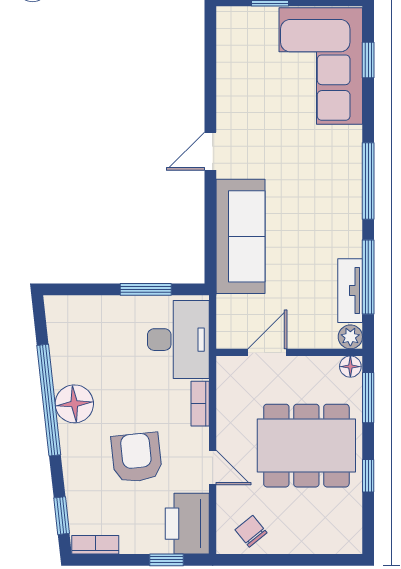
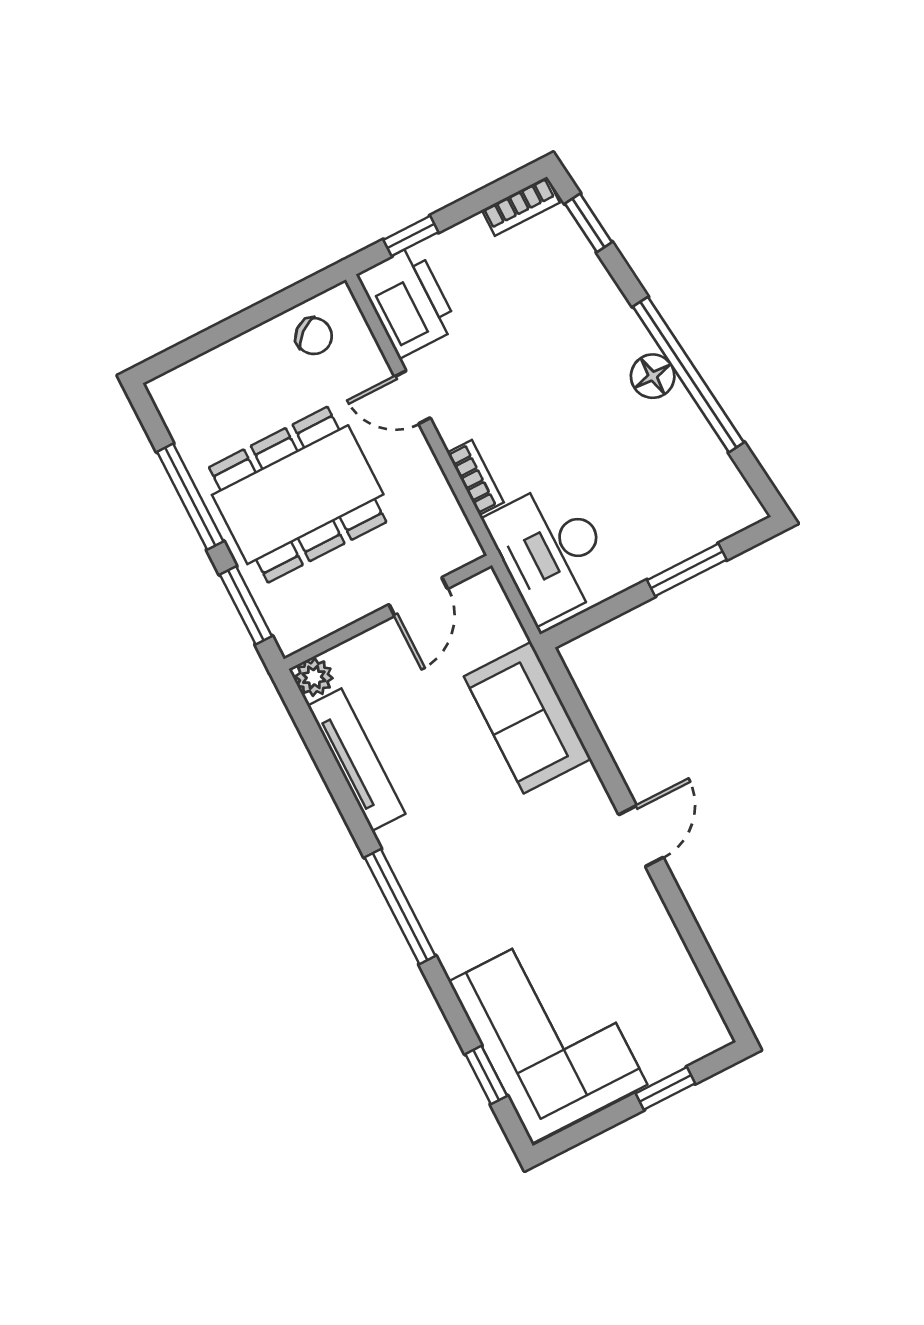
sofa: (240, 236) -> (528, 718), width x0.73
window: (368, 277) -> (332, 773), removed
window: (146, 289) -> (687, 570), moved
tv unit: (350, 291) -> (356, 760), width x1.41
floor lamp: (350, 367) -> (293, 636), removed
floor lamp: (74, 404) -> (653, 376), width x0.73, depth x0.73
armchair: (137, 457) -> (525, 357), removed
window: (368, 476) -> (190, 497), width x2.17

